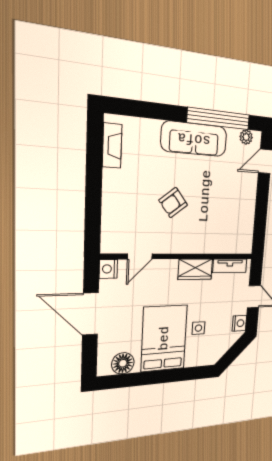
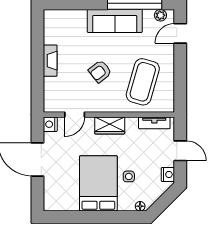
fireplace: (112, 146) -> (50, 61), moved
coffee table: (221, 217) -> (143, 82), added
wardrobe: (195, 269) -> (110, 125), moved
floor lamp: (123, 363) -> (140, 206), moved, width x0.53, depth x0.53

